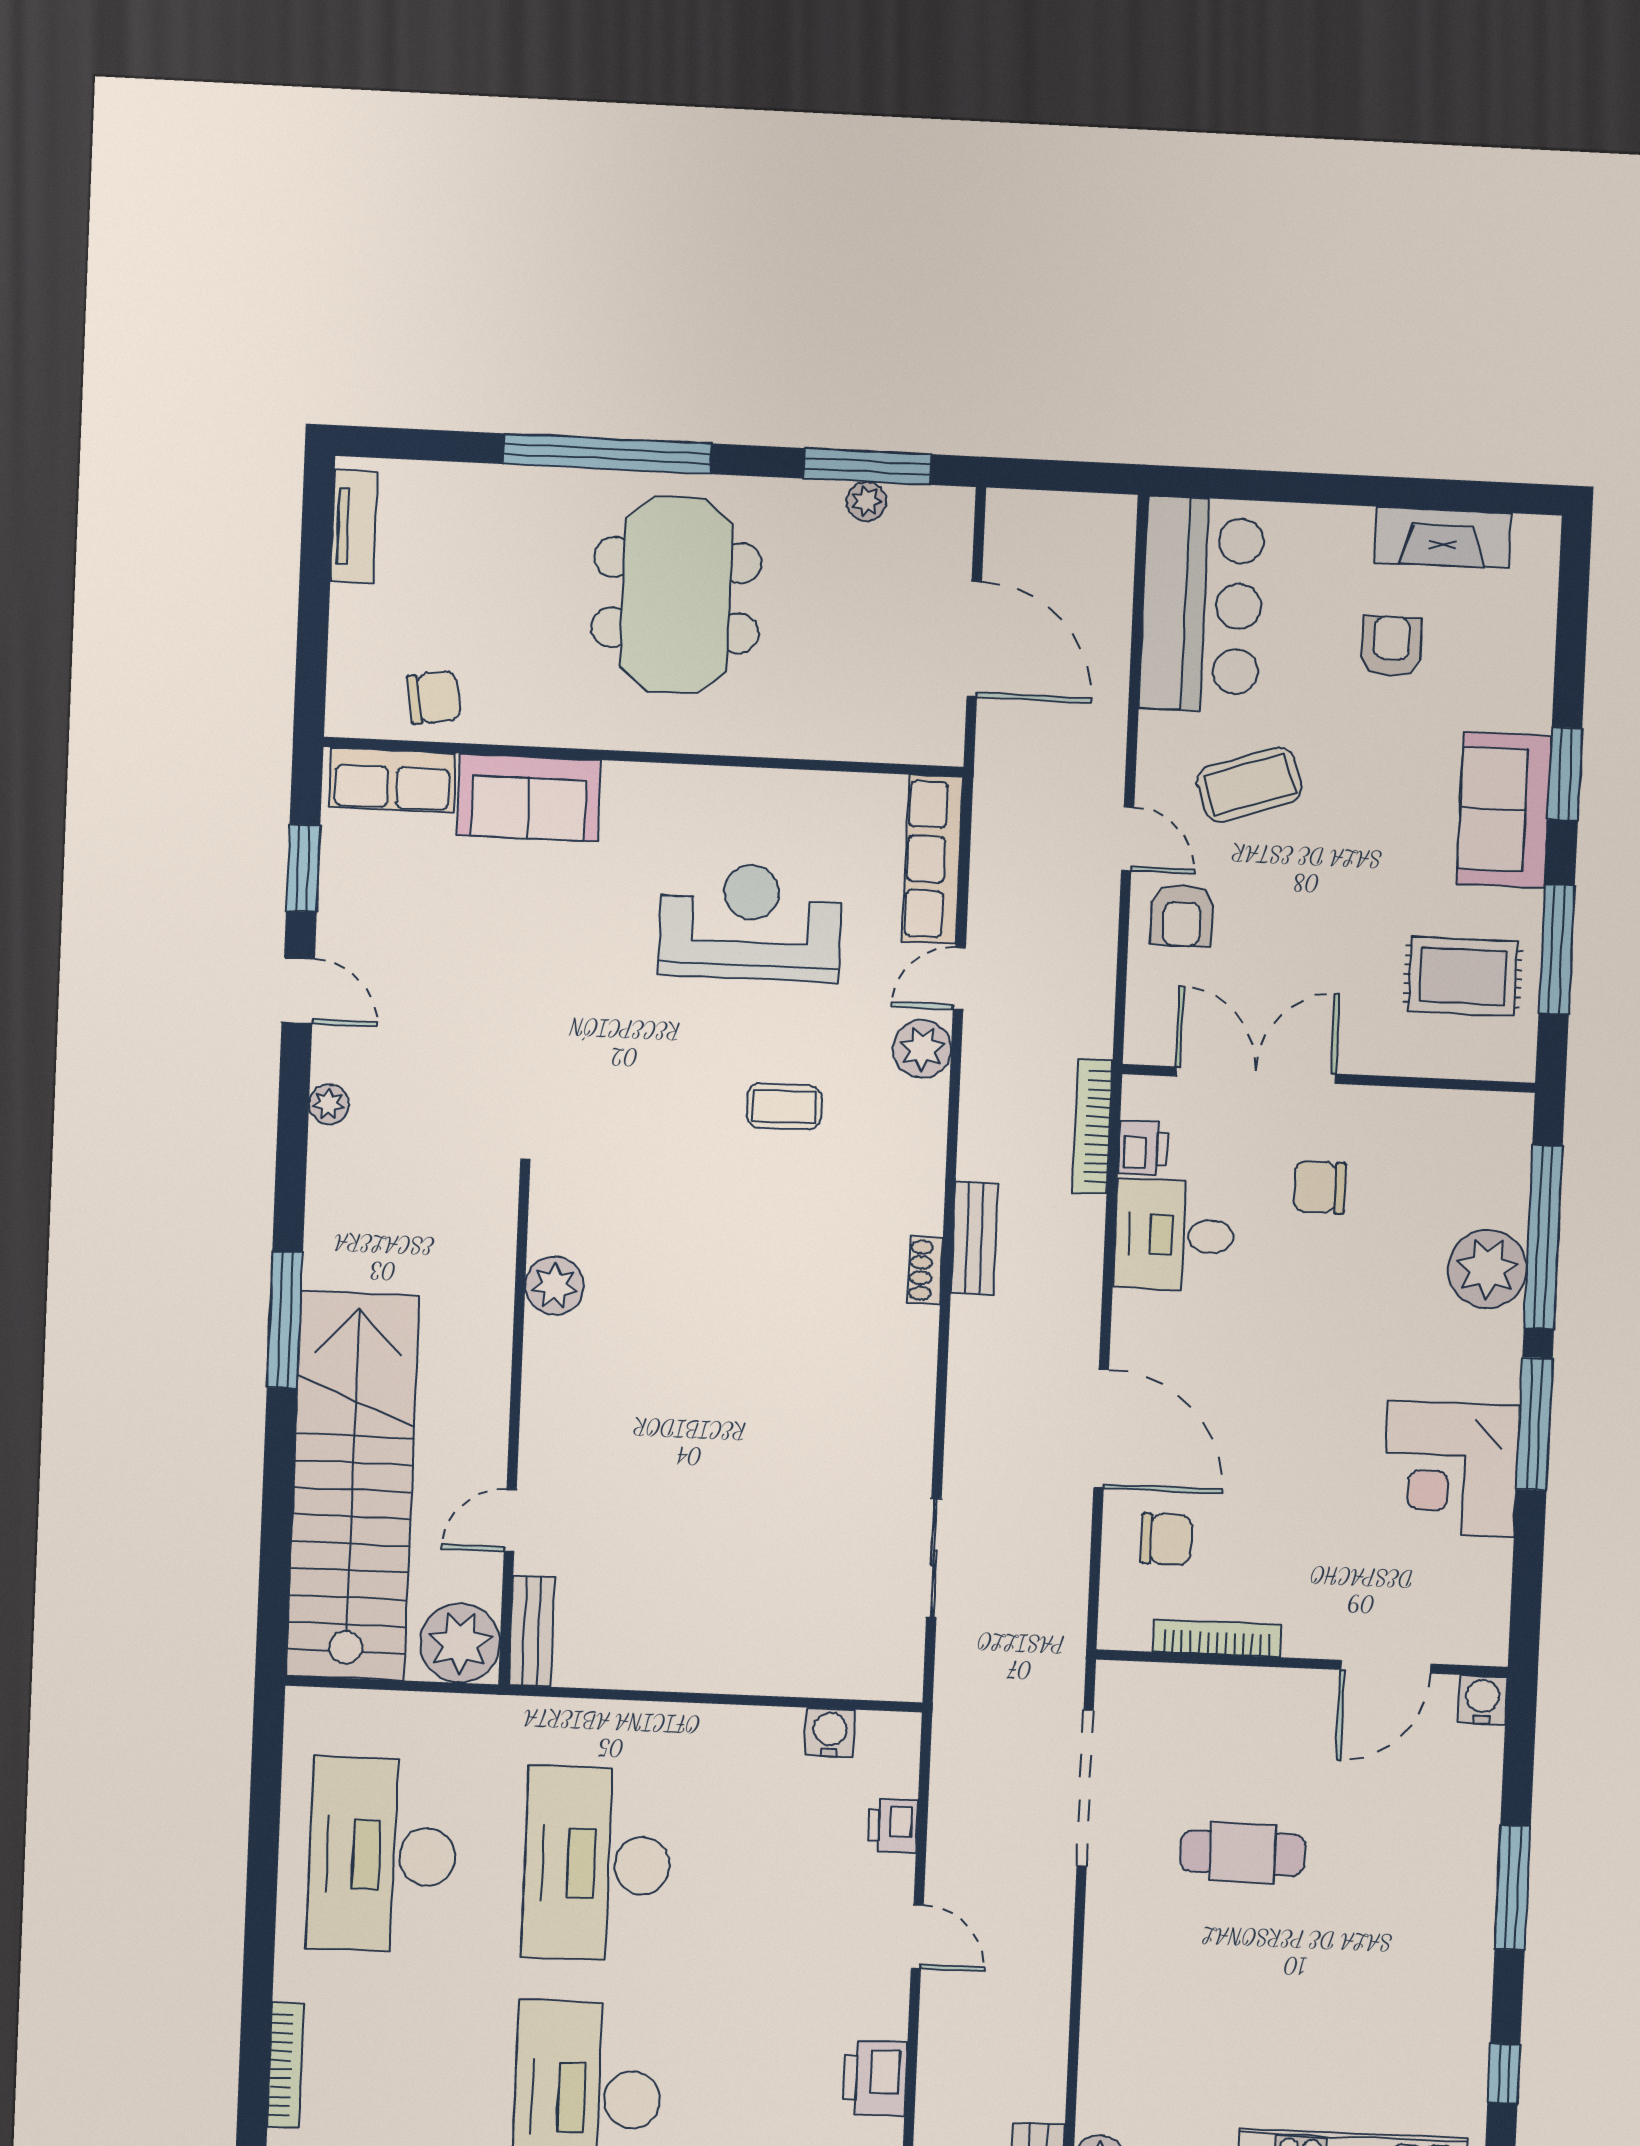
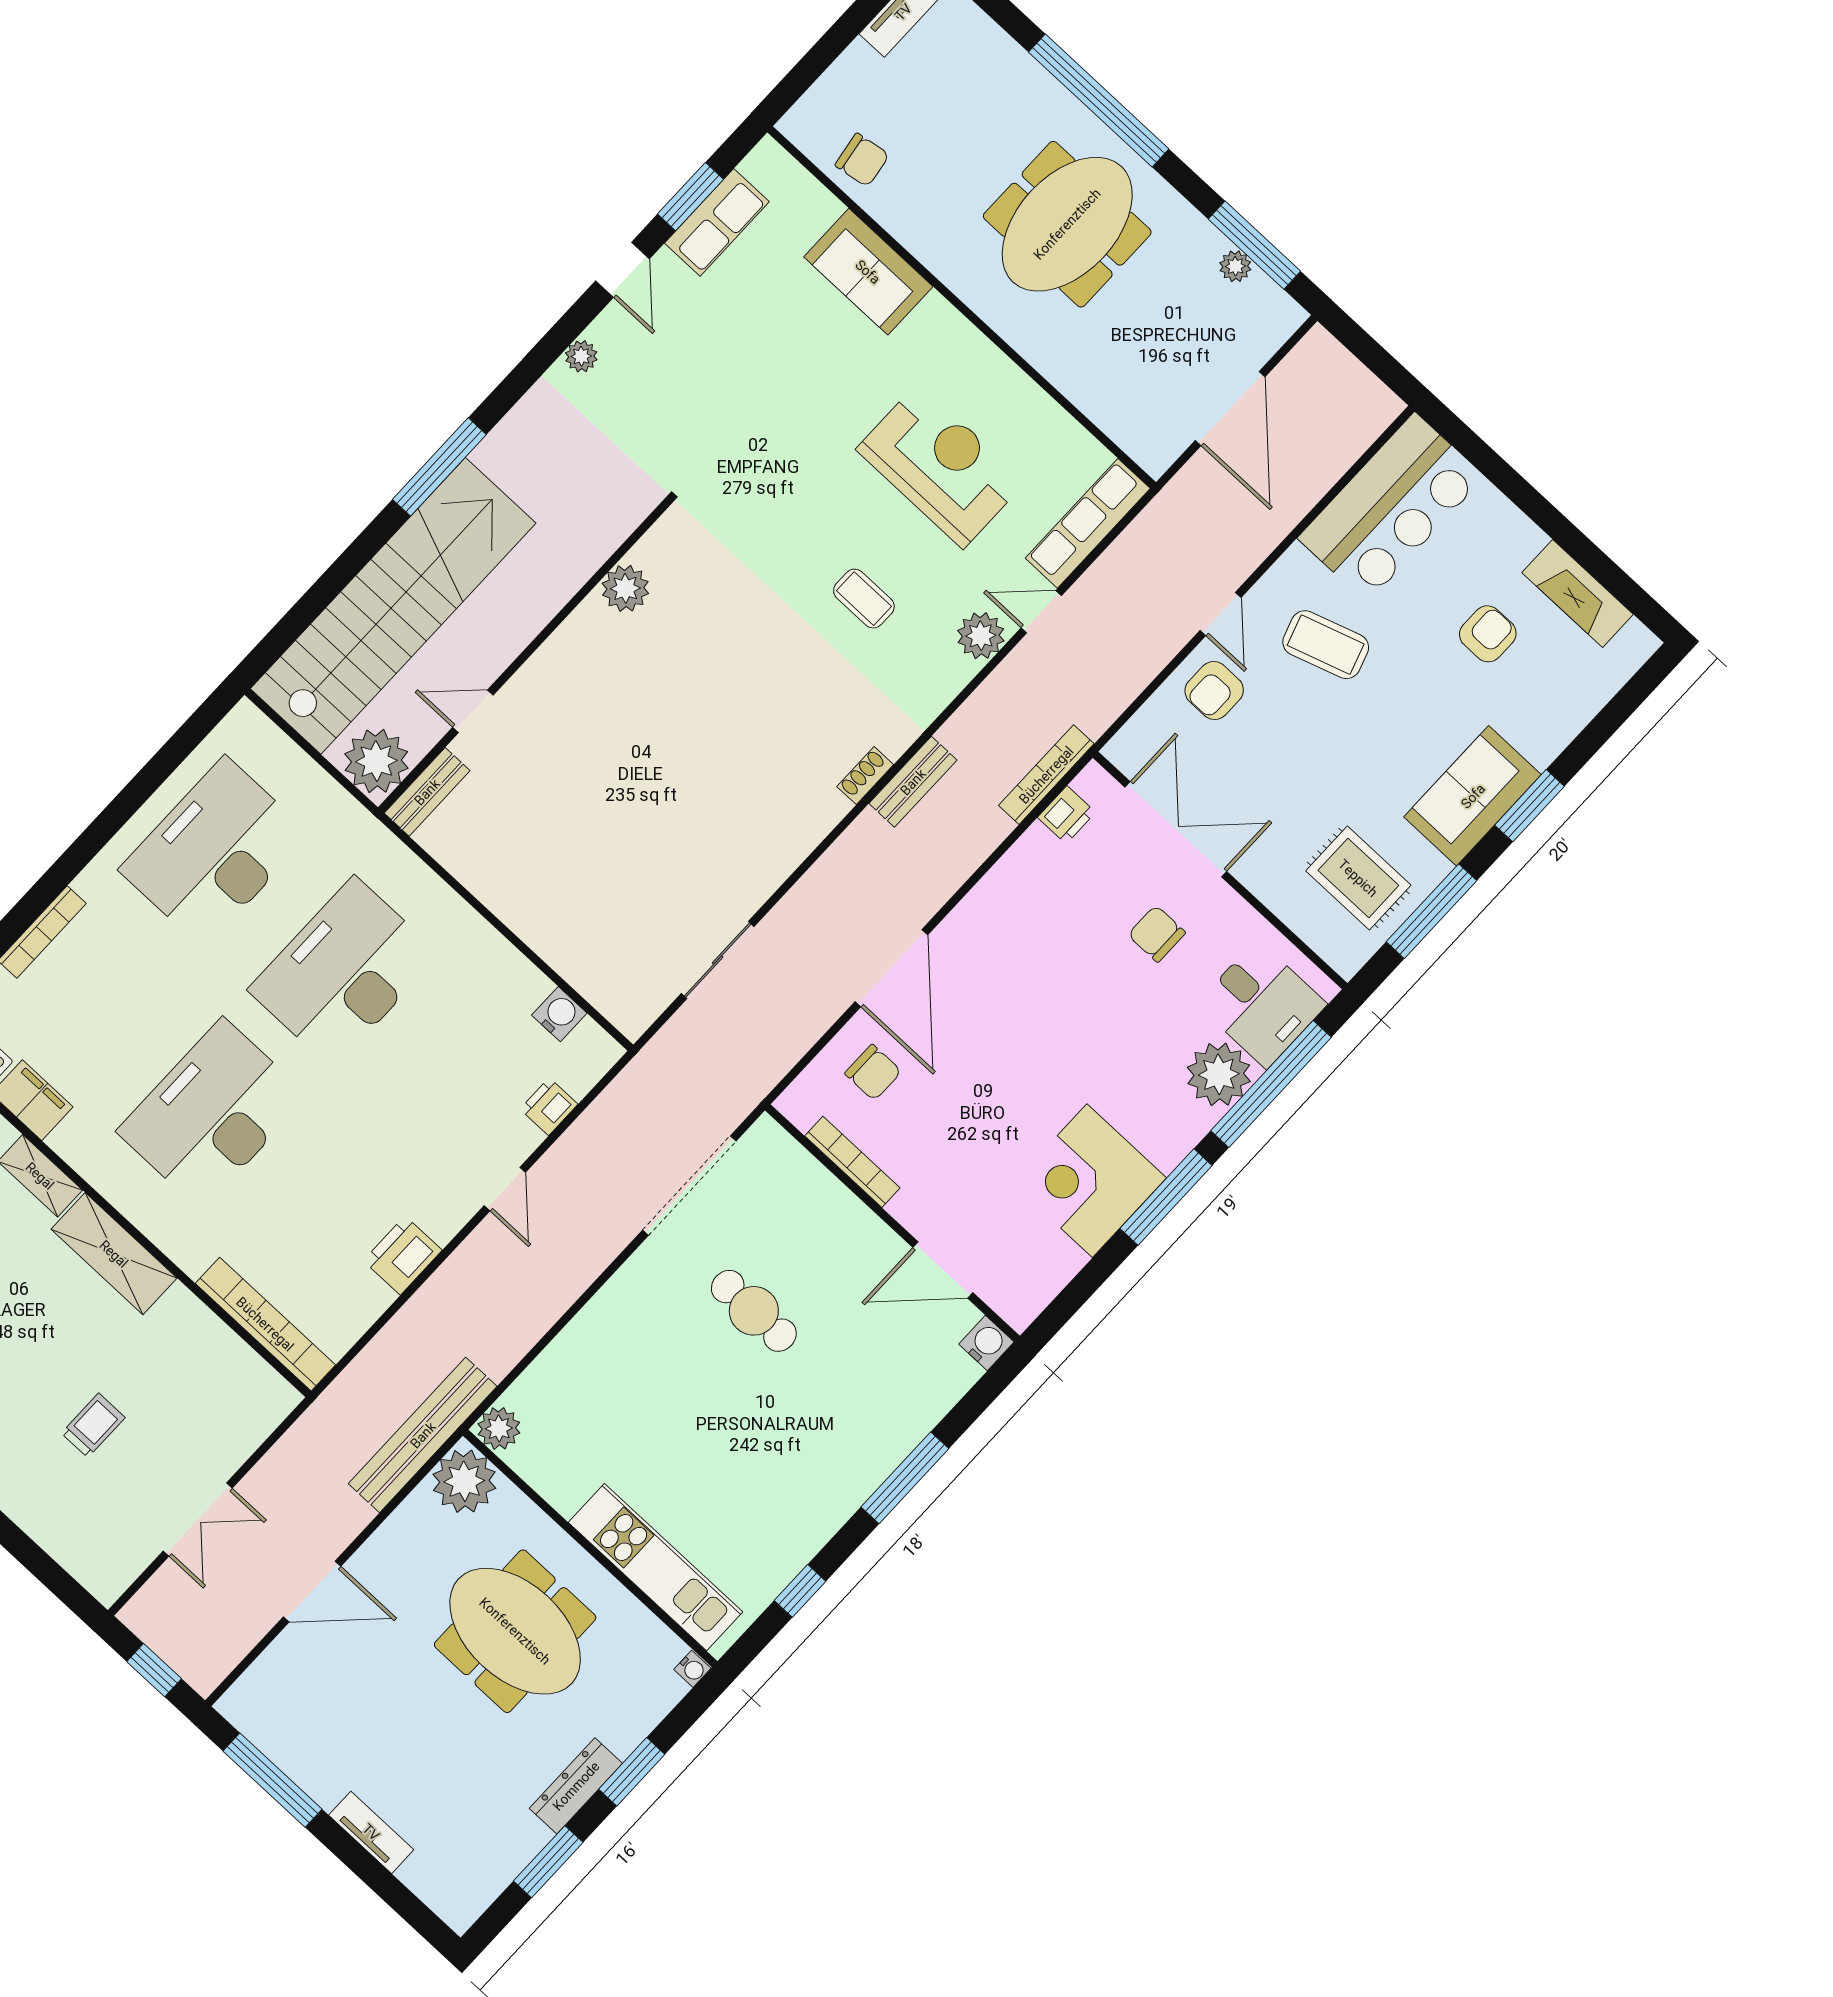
row of seats: (392, 780) -> (717, 222), moved, turned -90
desk: (1174, 1235) -> (1262, 1004), moved, turned 180

